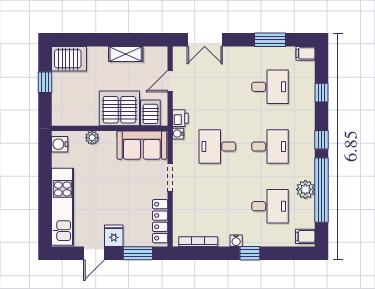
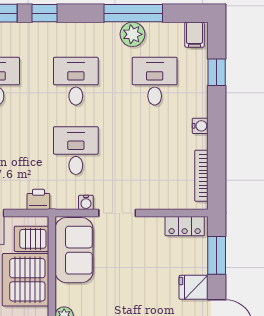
water cooler: (178, 134) -> (86, 202), moved
window: (321, 140) -> (44, 13), moved
desk: (217, 146) -> (76, 151), turned 180
window: (321, 190) -> (133, 13), width x0.68
locker: (160, 221) -> (185, 226), width x0.66
window: (250, 253) -> (217, 72), moved

